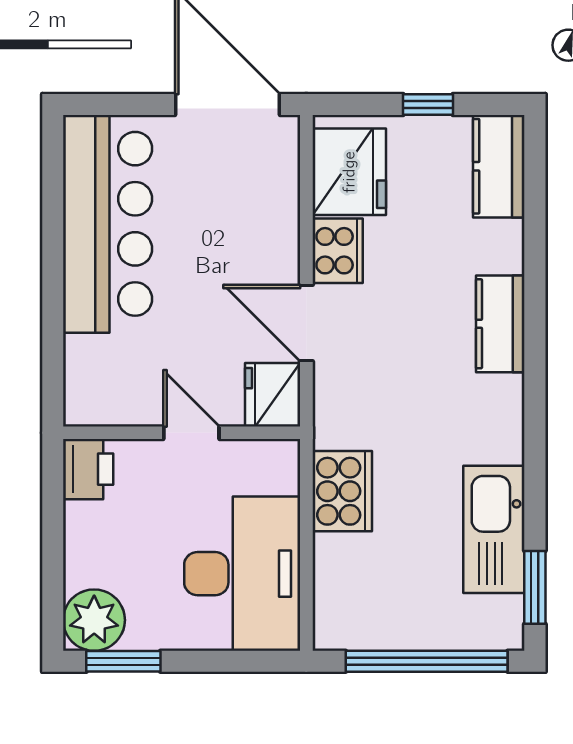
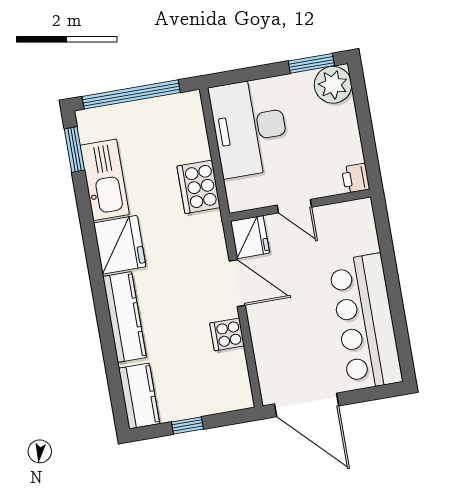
fridge: (349, 172) -> (120, 245), moved, turned 180
cooker: (338, 251) -> (227, 334), width x0.73
kitchen counter: (500, 324) -> (124, 317), width x1.50
printer: (88, 469) -> (356, 178), width x0.73, depth x0.81

